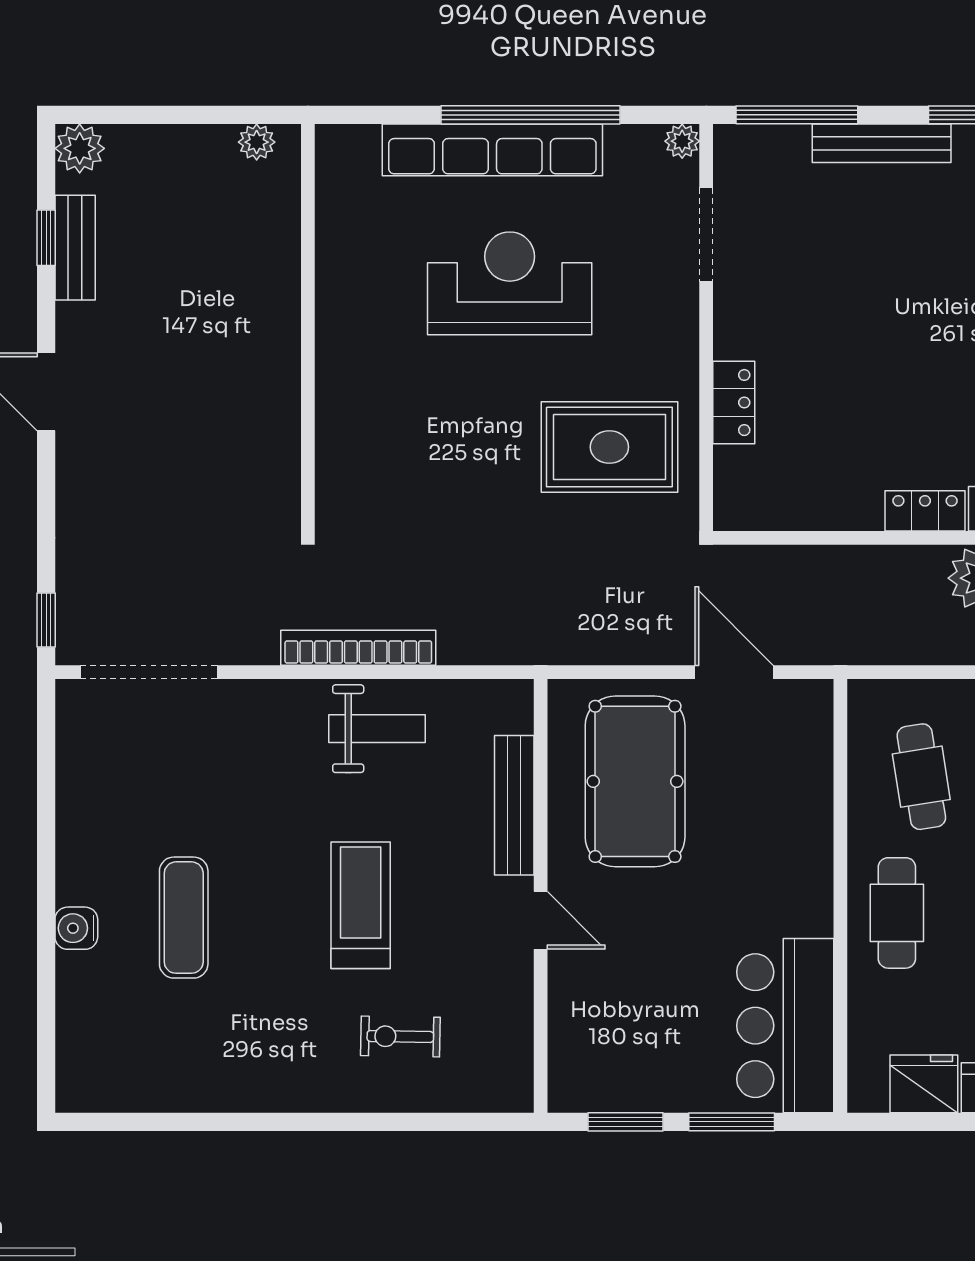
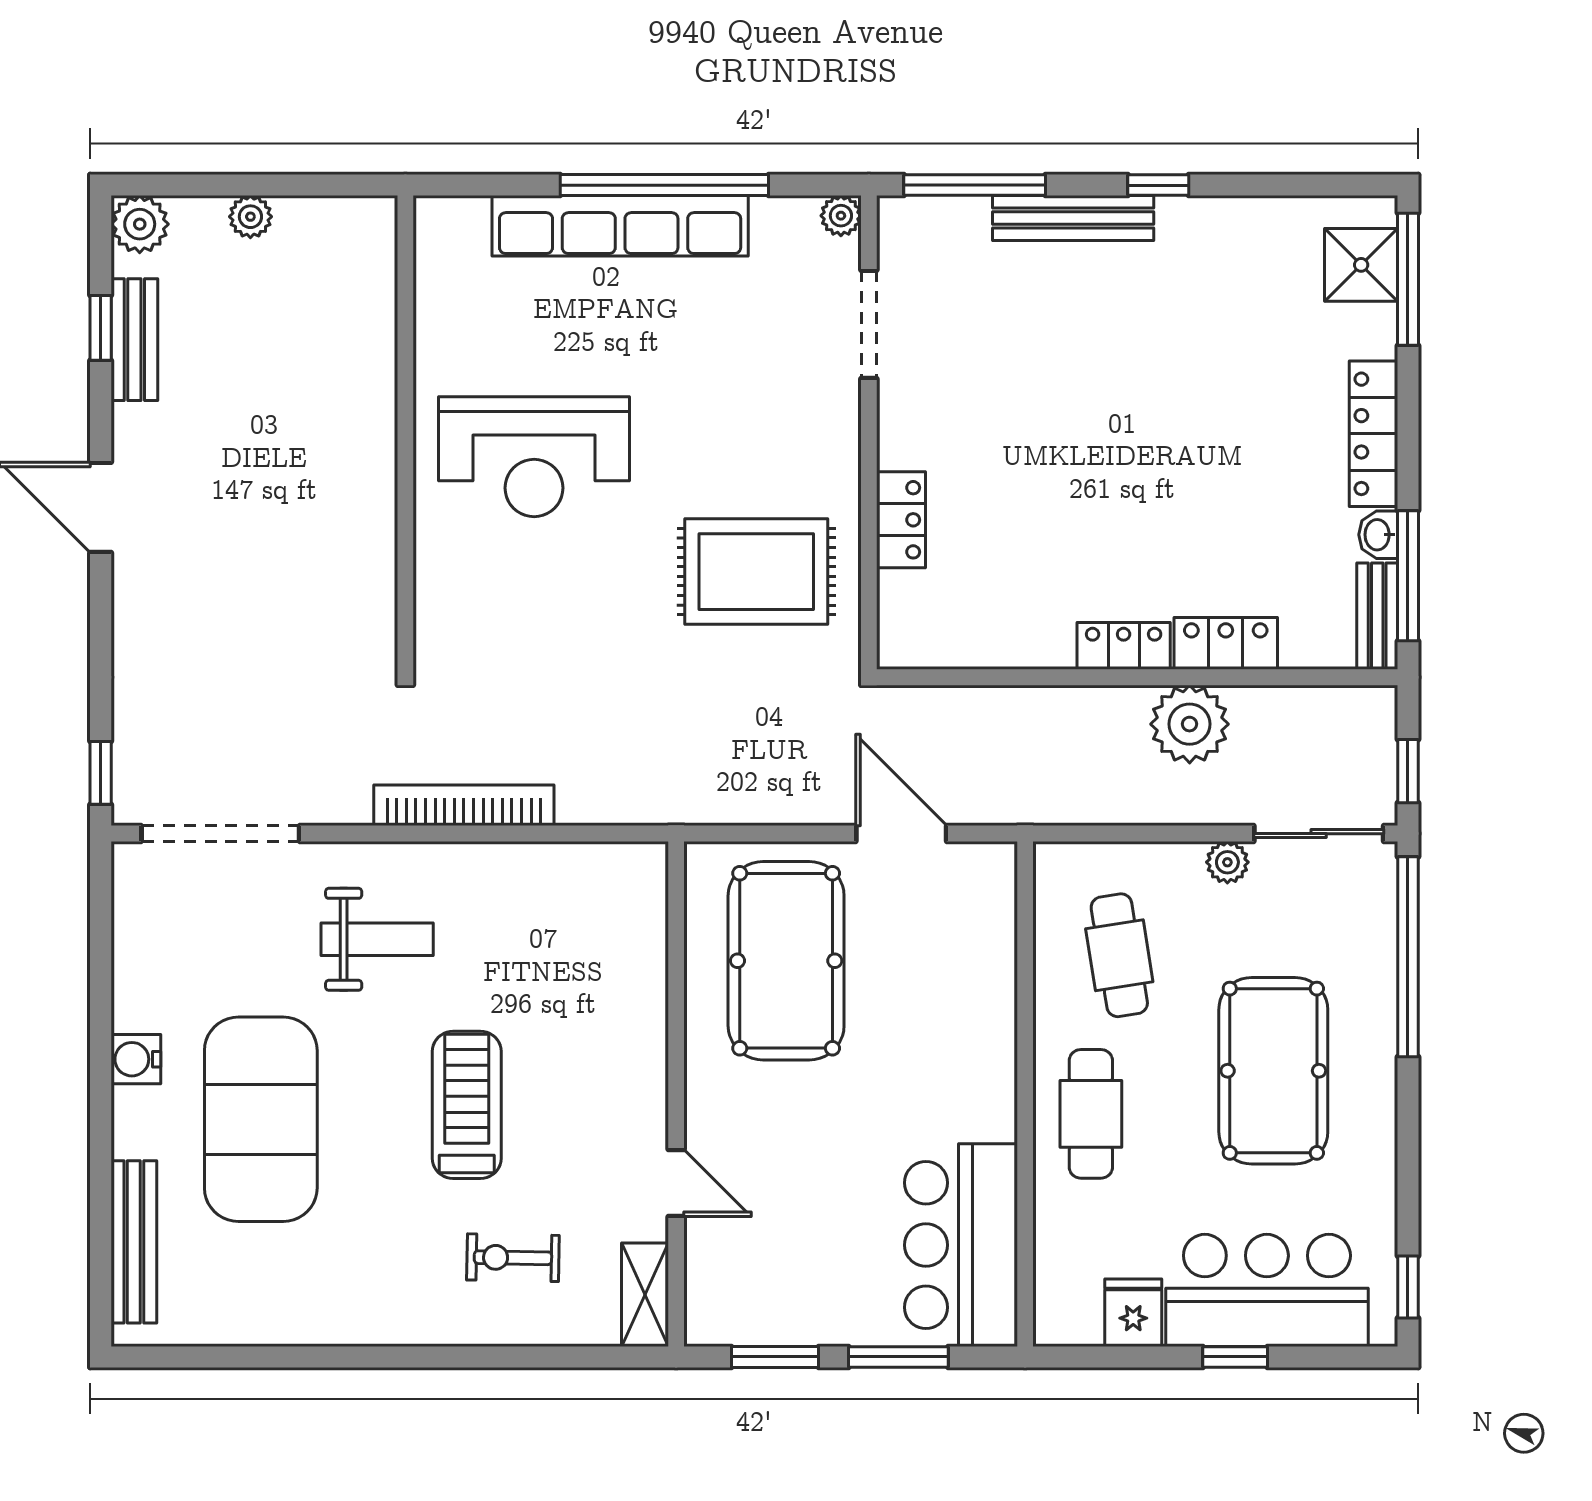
plant: (257, 142) -> (250, 217), moved
reception desk: (510, 283) -> (534, 457), moved, turned 180
weight bench: (377, 729) -> (377, 939), moved
bench: (514, 805) -> (134, 1242), moved
exercise mat: (184, 918) -> (261, 1119), width x2.00, depth x1.45
door: (541, 920) -> (676, 1183), moved
water cooler: (76, 928) -> (136, 1059), moved
shelving: (514, 1068) -> (645, 1295), added
fridge: (924, 1084) -> (1133, 1313), width x0.72

